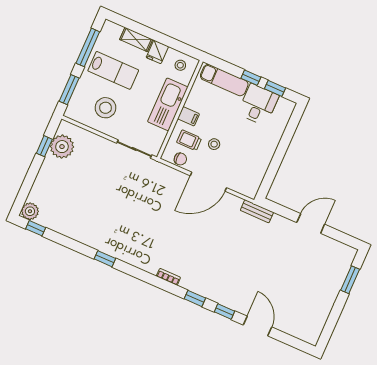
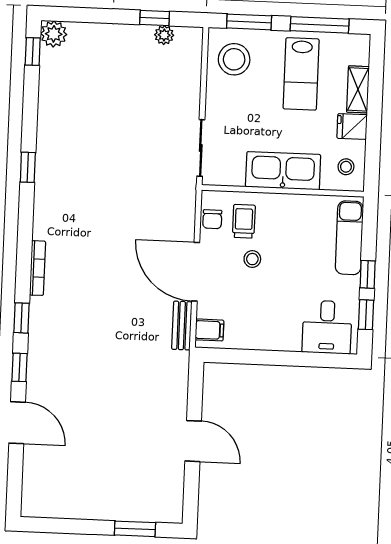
desk: (258, 105) -> (327, 327), moved, turned 90
stool: (106, 108) -> (234, 59), moved
filing cabinet: (188, 116) -> (209, 330), moved, turned -90
plant: (62, 147) -> (164, 35), width x0.53, depth x0.53
bench: (257, 211) -> (182, 326), moved
bookcase: (168, 277) -> (38, 268), width x1.56
door: (258, 326) -> (17, 423), hinge flipped

